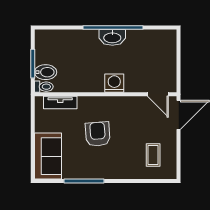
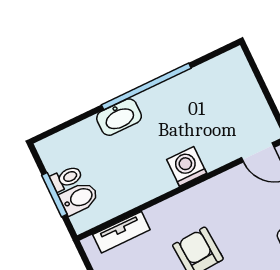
washbasin: (112, 37) -> (119, 117), moved
toilet: (44, 87) -> (66, 178), moved

